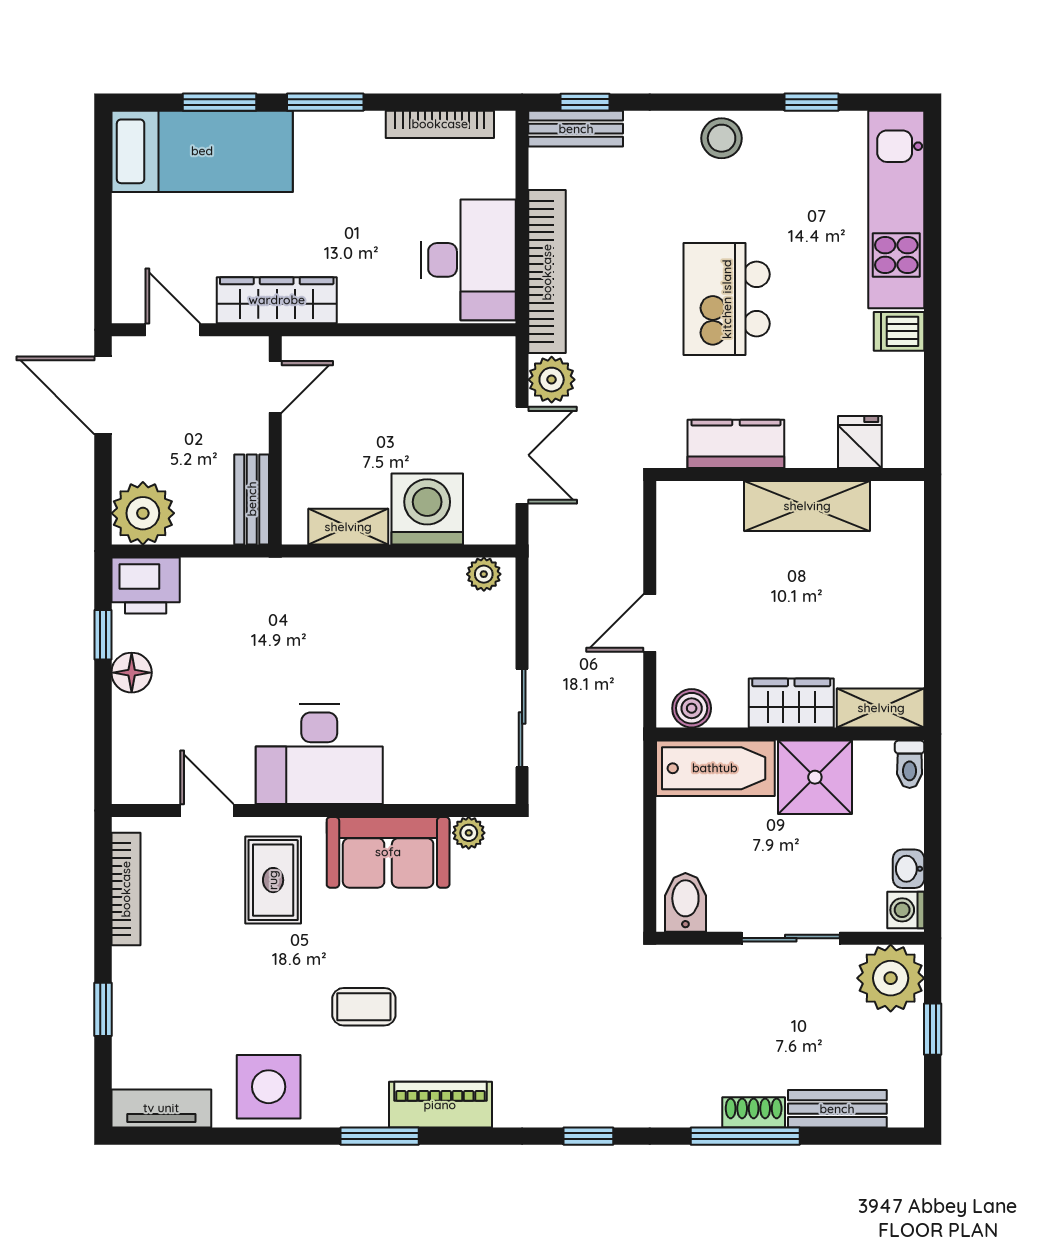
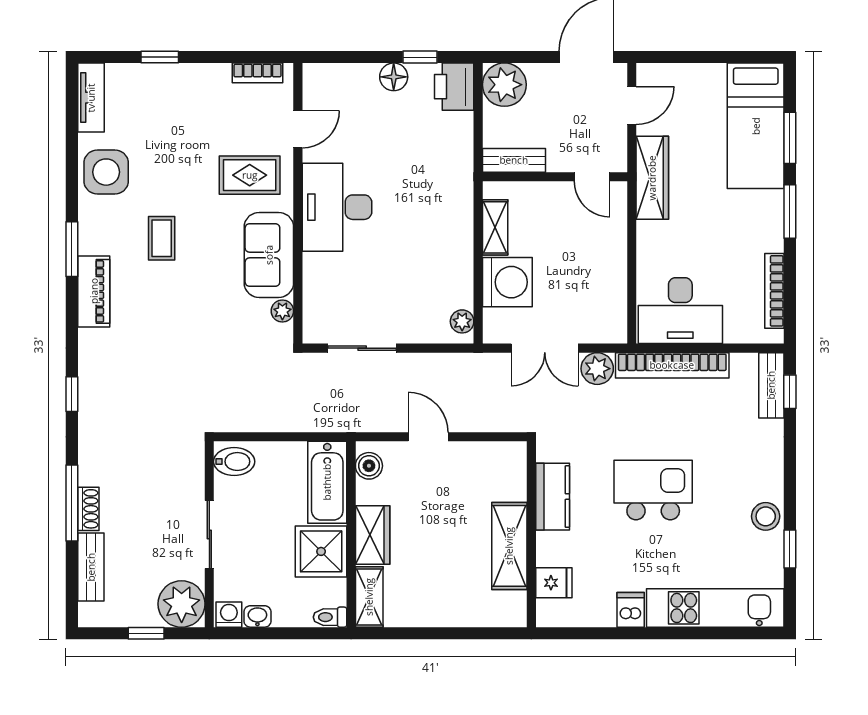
stool: (722, 138) -> (766, 516), moved
bookcase: (126, 889) -> (257, 73), width x0.64

